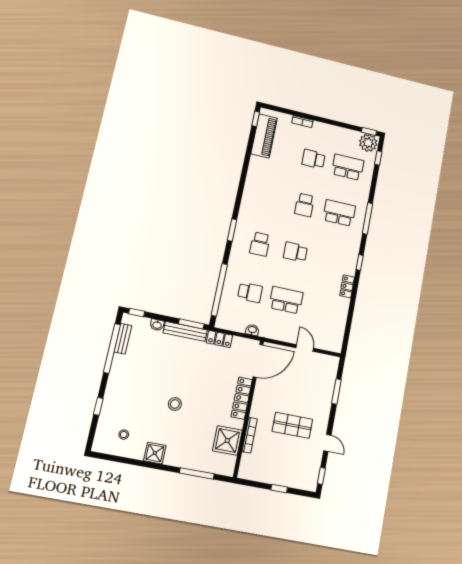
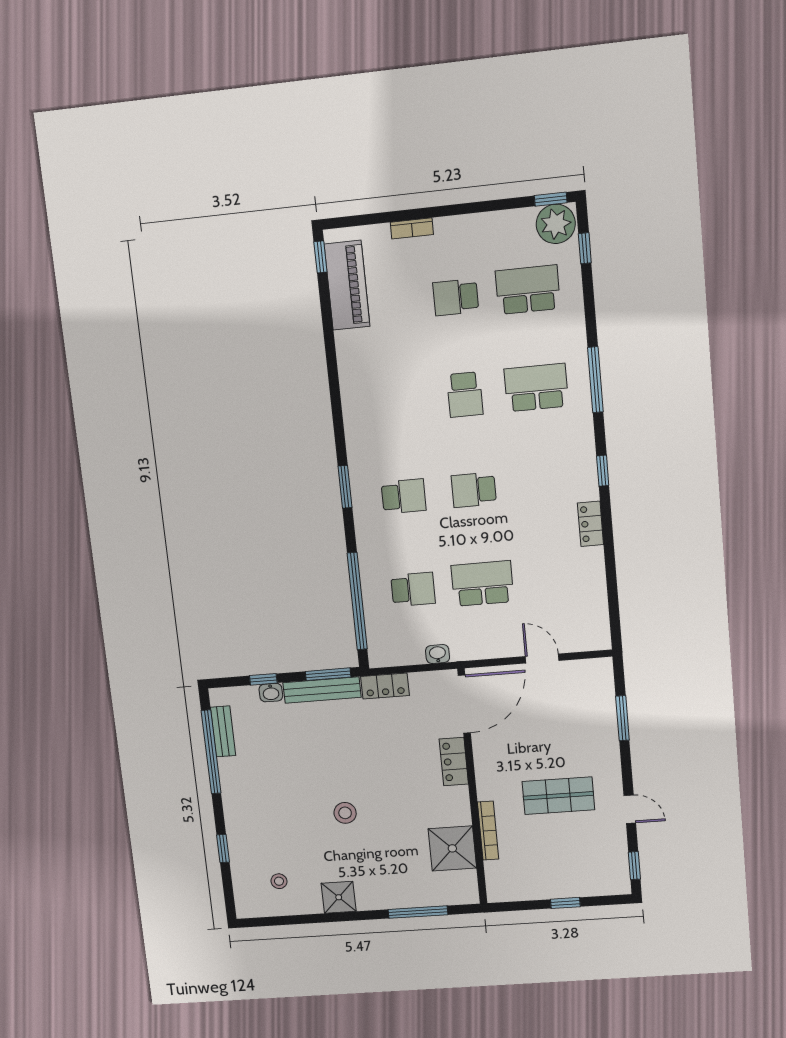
school desk: (260, 244) -> (404, 496), turned -90
window: (137, 313) -> (263, 679), moved
locker: (242, 398) -> (454, 762), width x0.66

